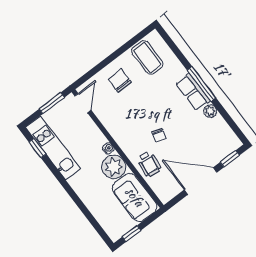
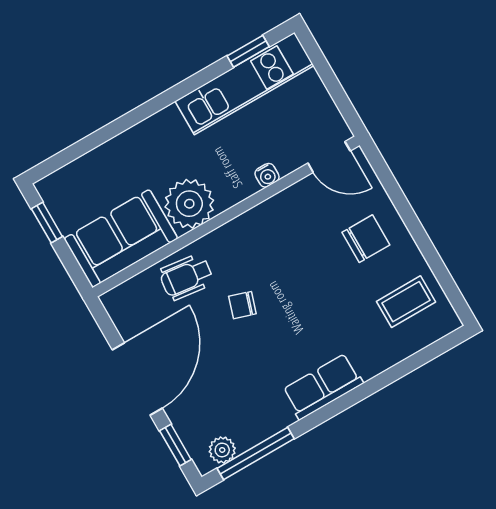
coffee table: (147, 57) -> (406, 302), width x0.73, depth x0.77
window: (202, 84) -> (256, 454), moved
window: (52, 103) -> (337, 93), removed
plant: (210, 111) -> (222, 450), moved
water cooler: (108, 148) -> (267, 175), moved

